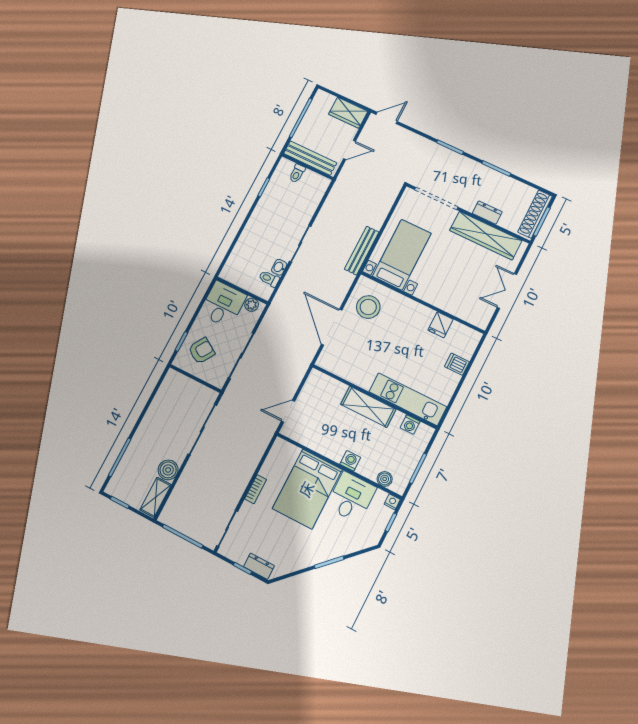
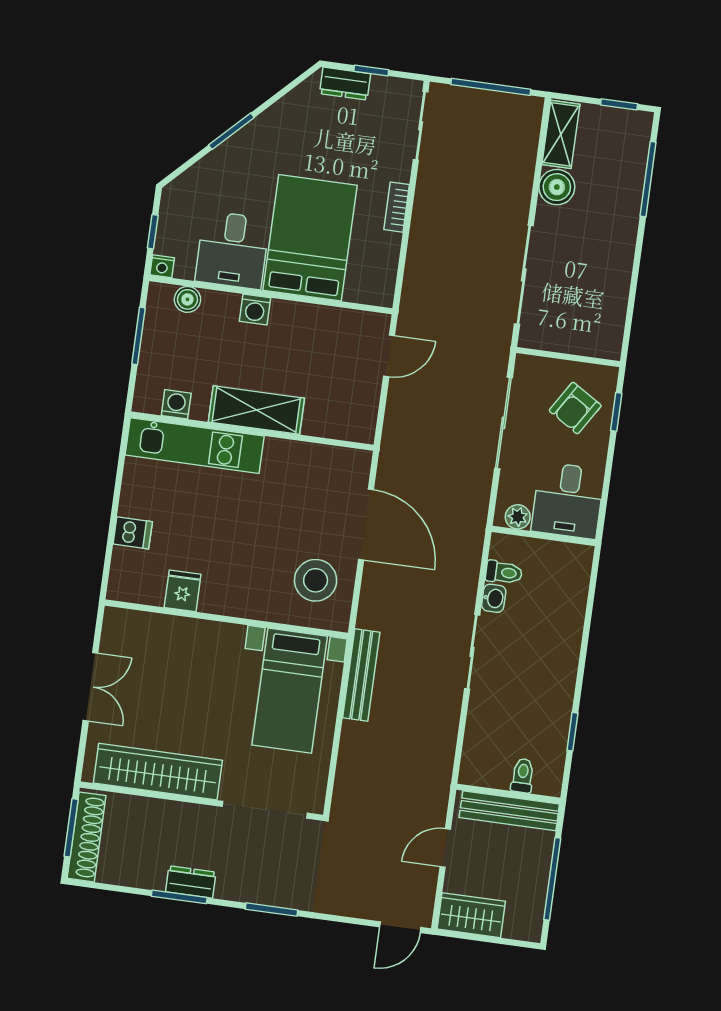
dresser: (487, 213) -> (191, 882), moved, turned 180

